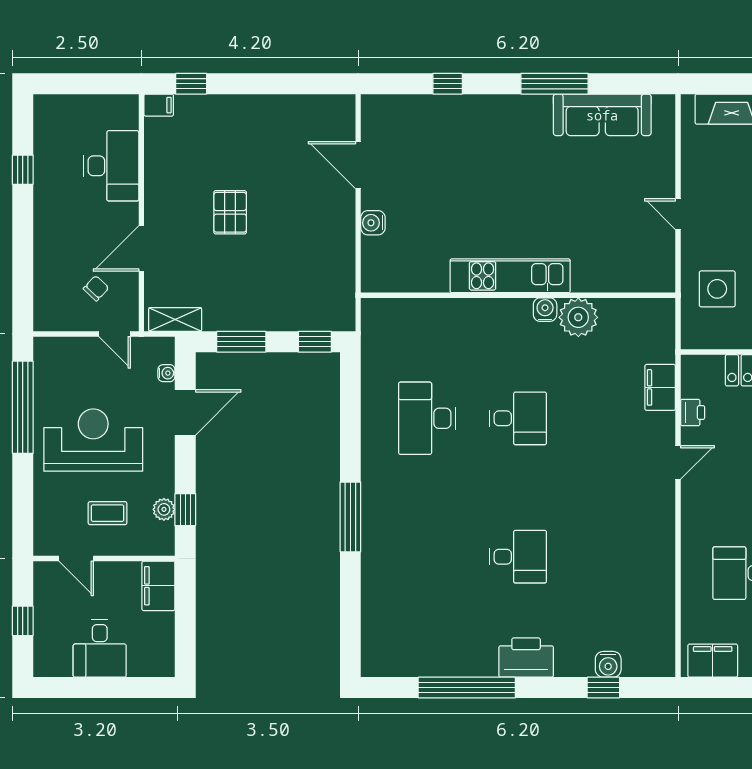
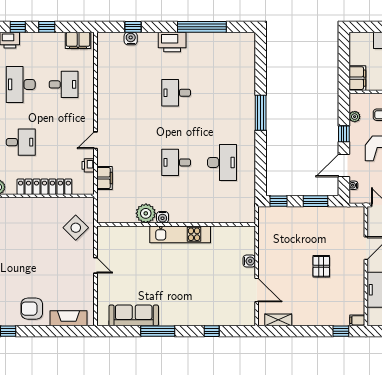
side table: (717, 289) -> (76, 228), turned 45
shelving: (175, 320) -> (278, 320), moved
window: (185, 510) -> (344, 134), moved

